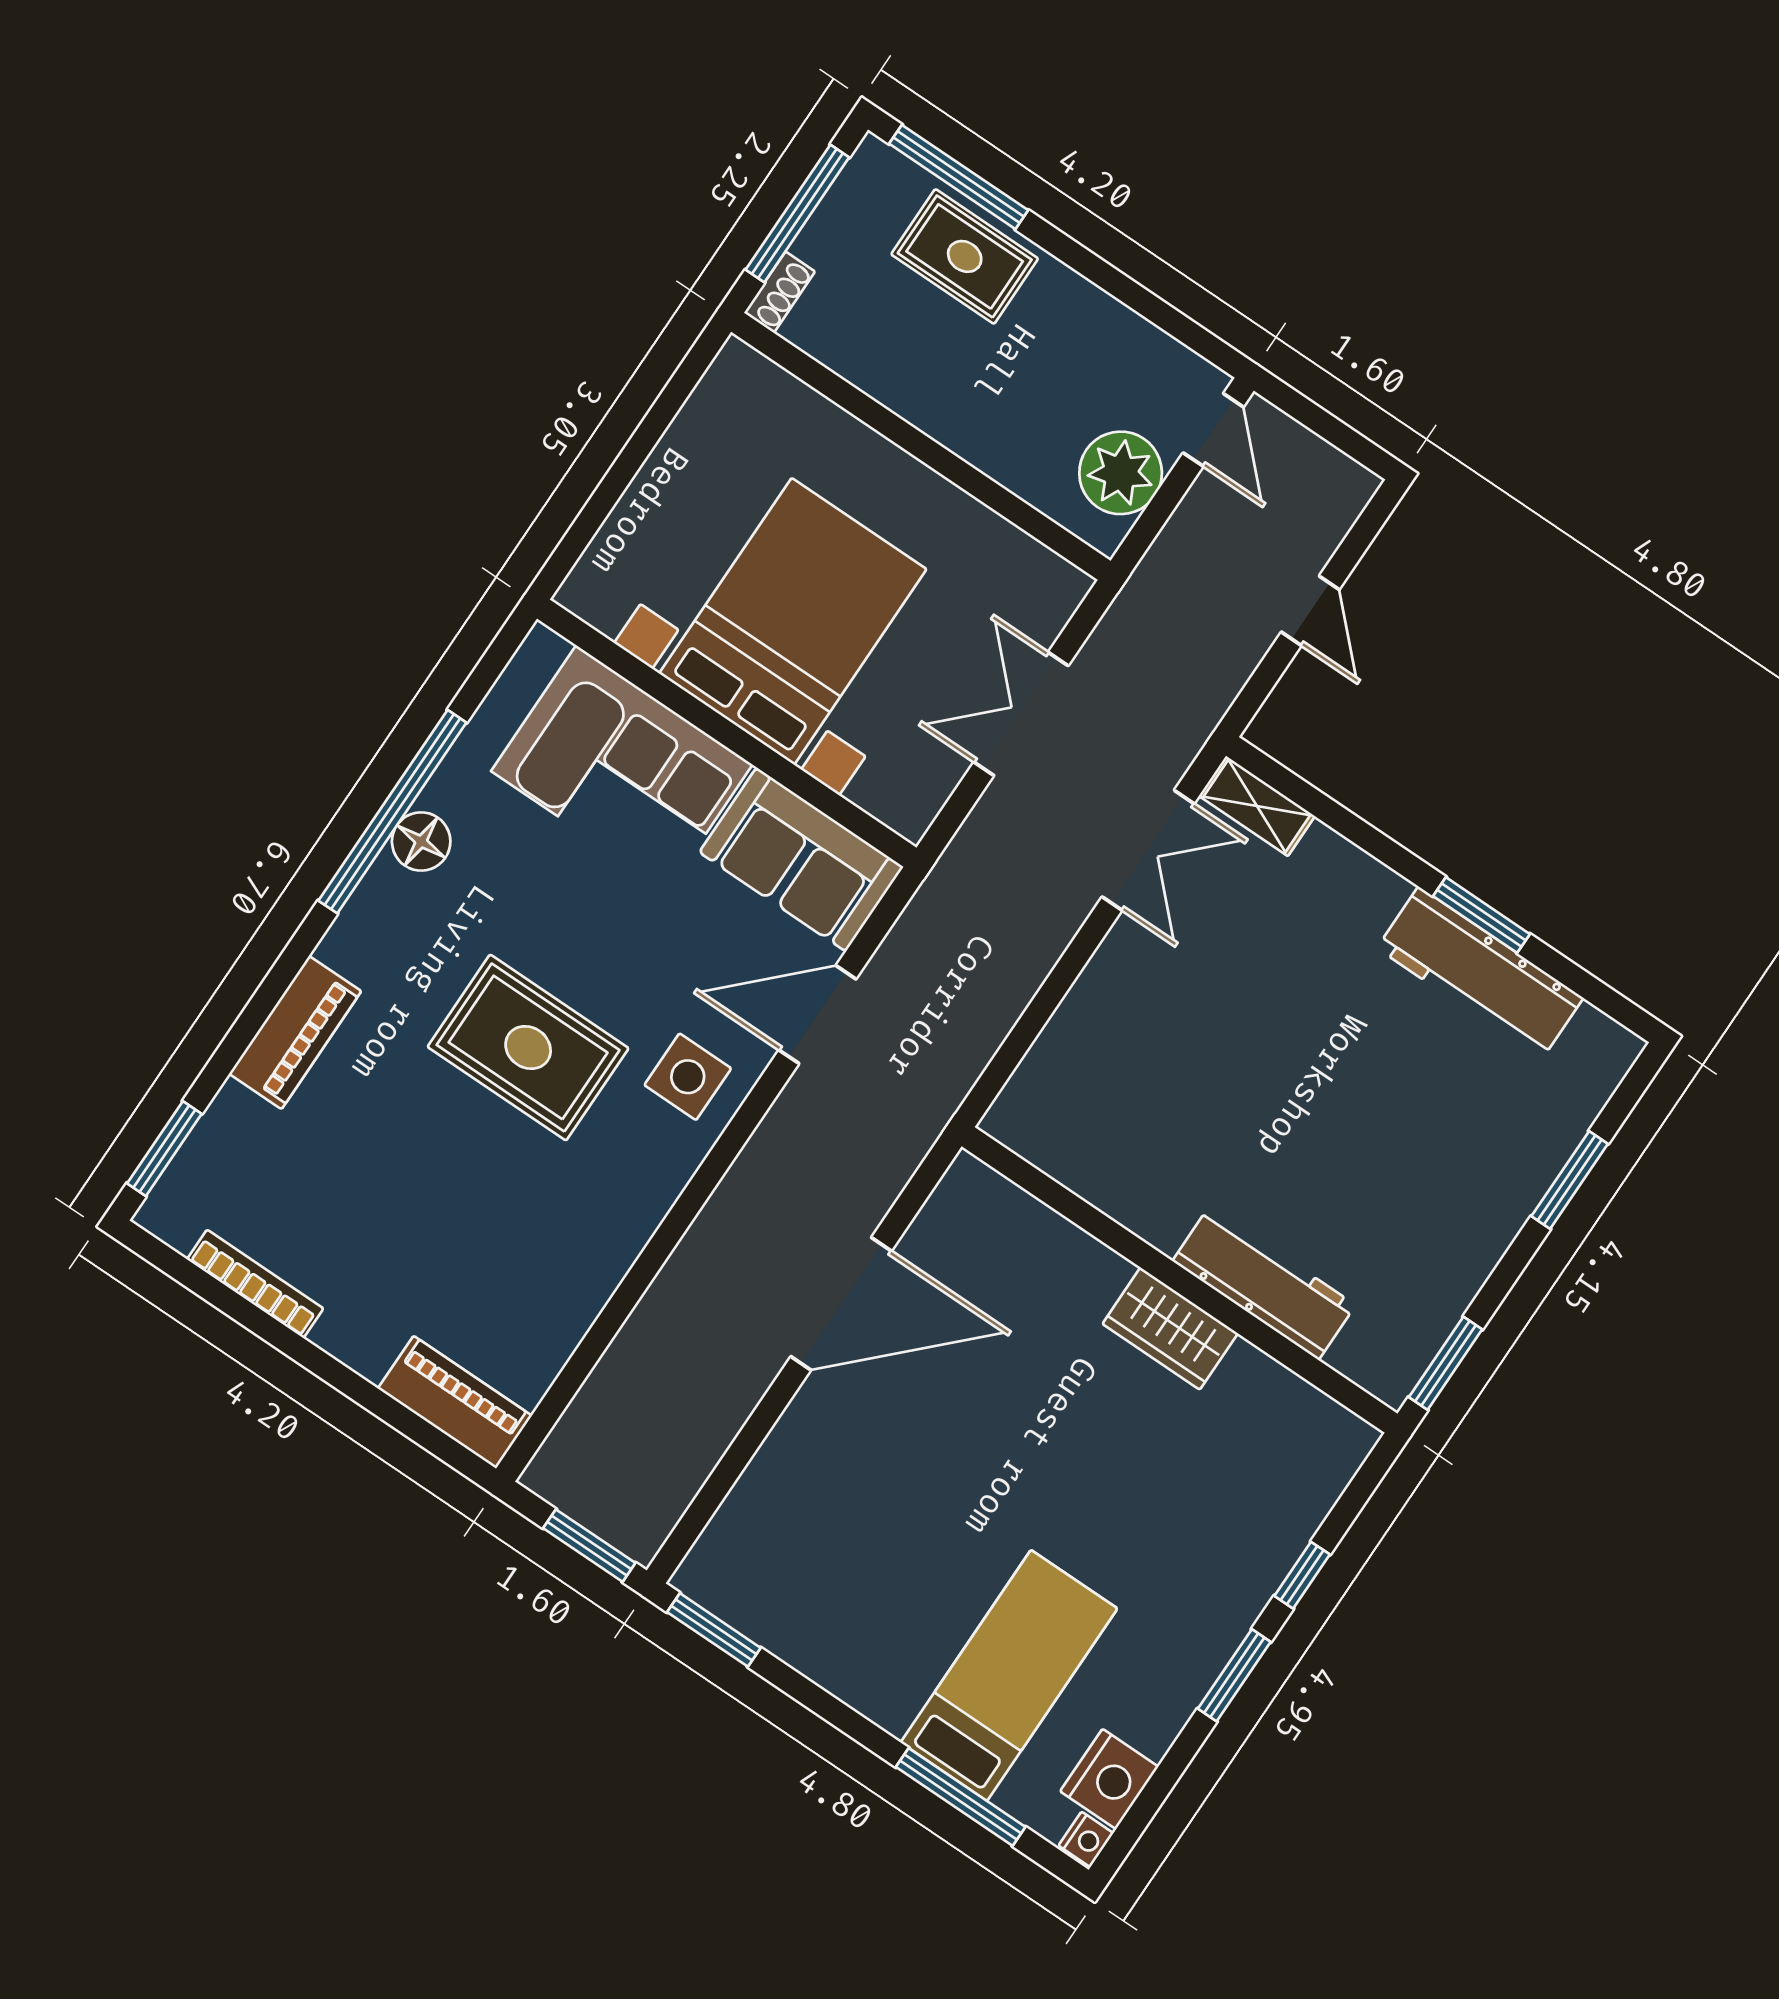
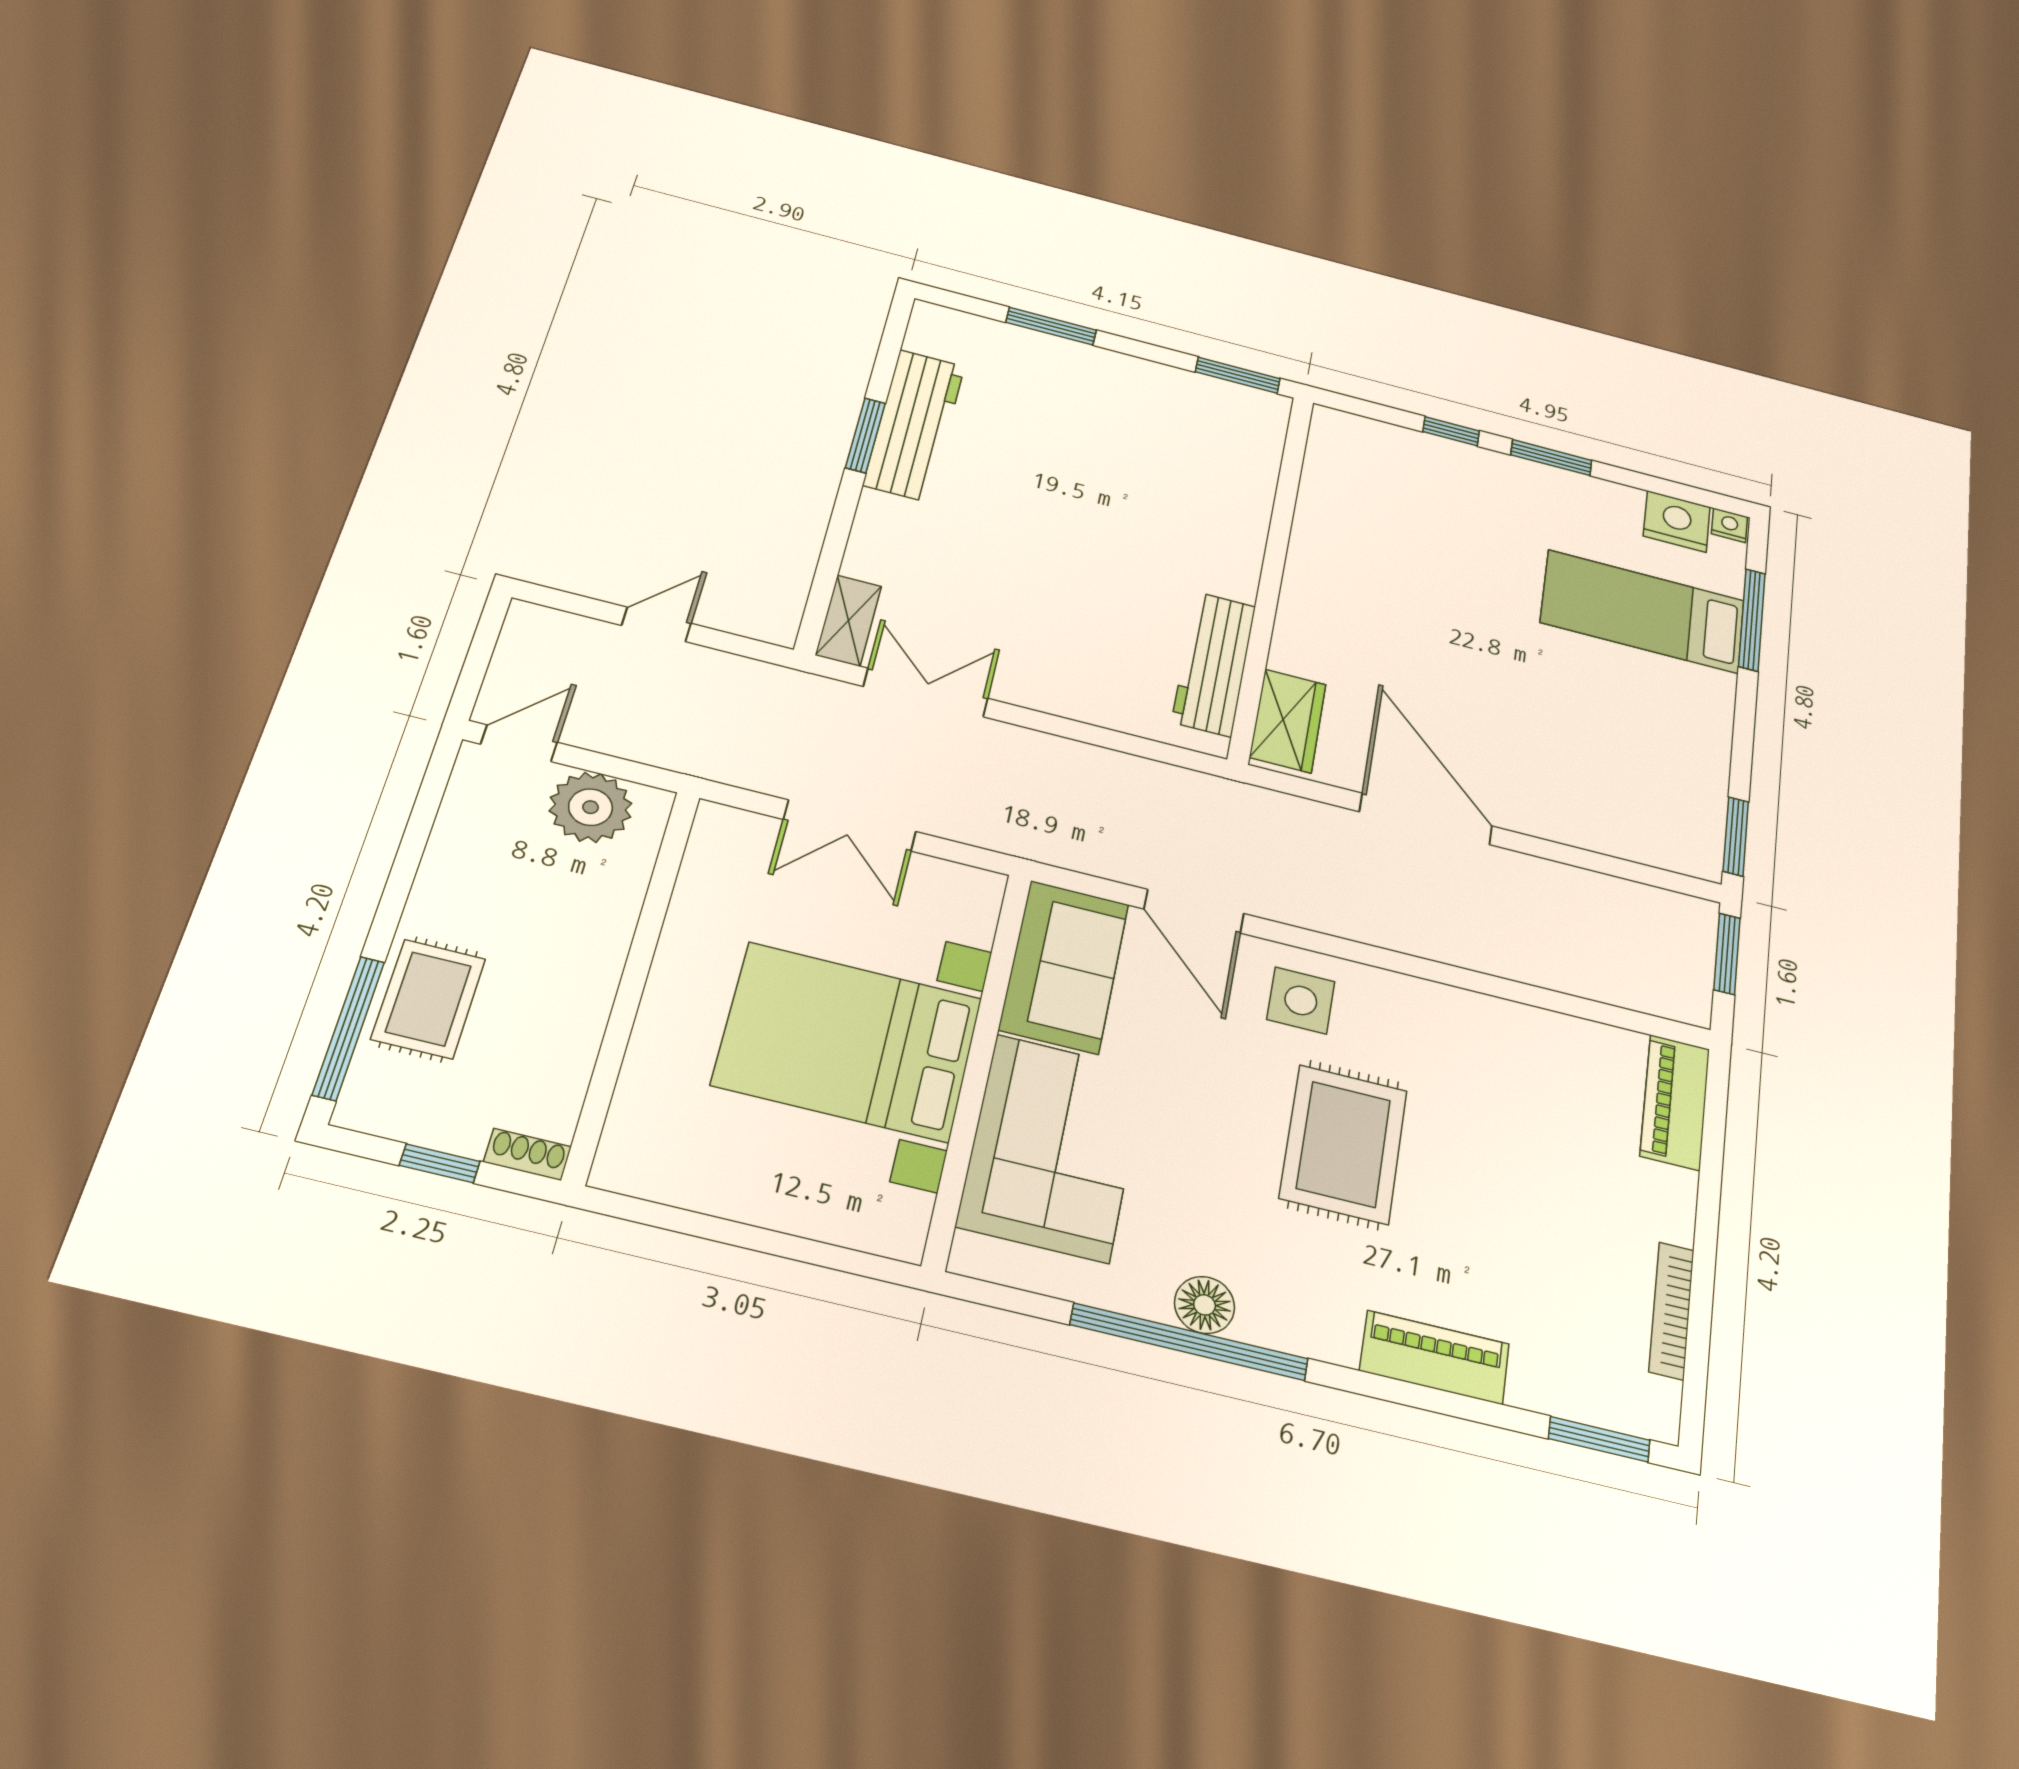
window: (797, 214) -> (440, 1163), width x0.46
workbench: (1264, 1283) -> (1214, 664), moved
wardrobe: (1170, 1329) -> (1288, 721), moved

